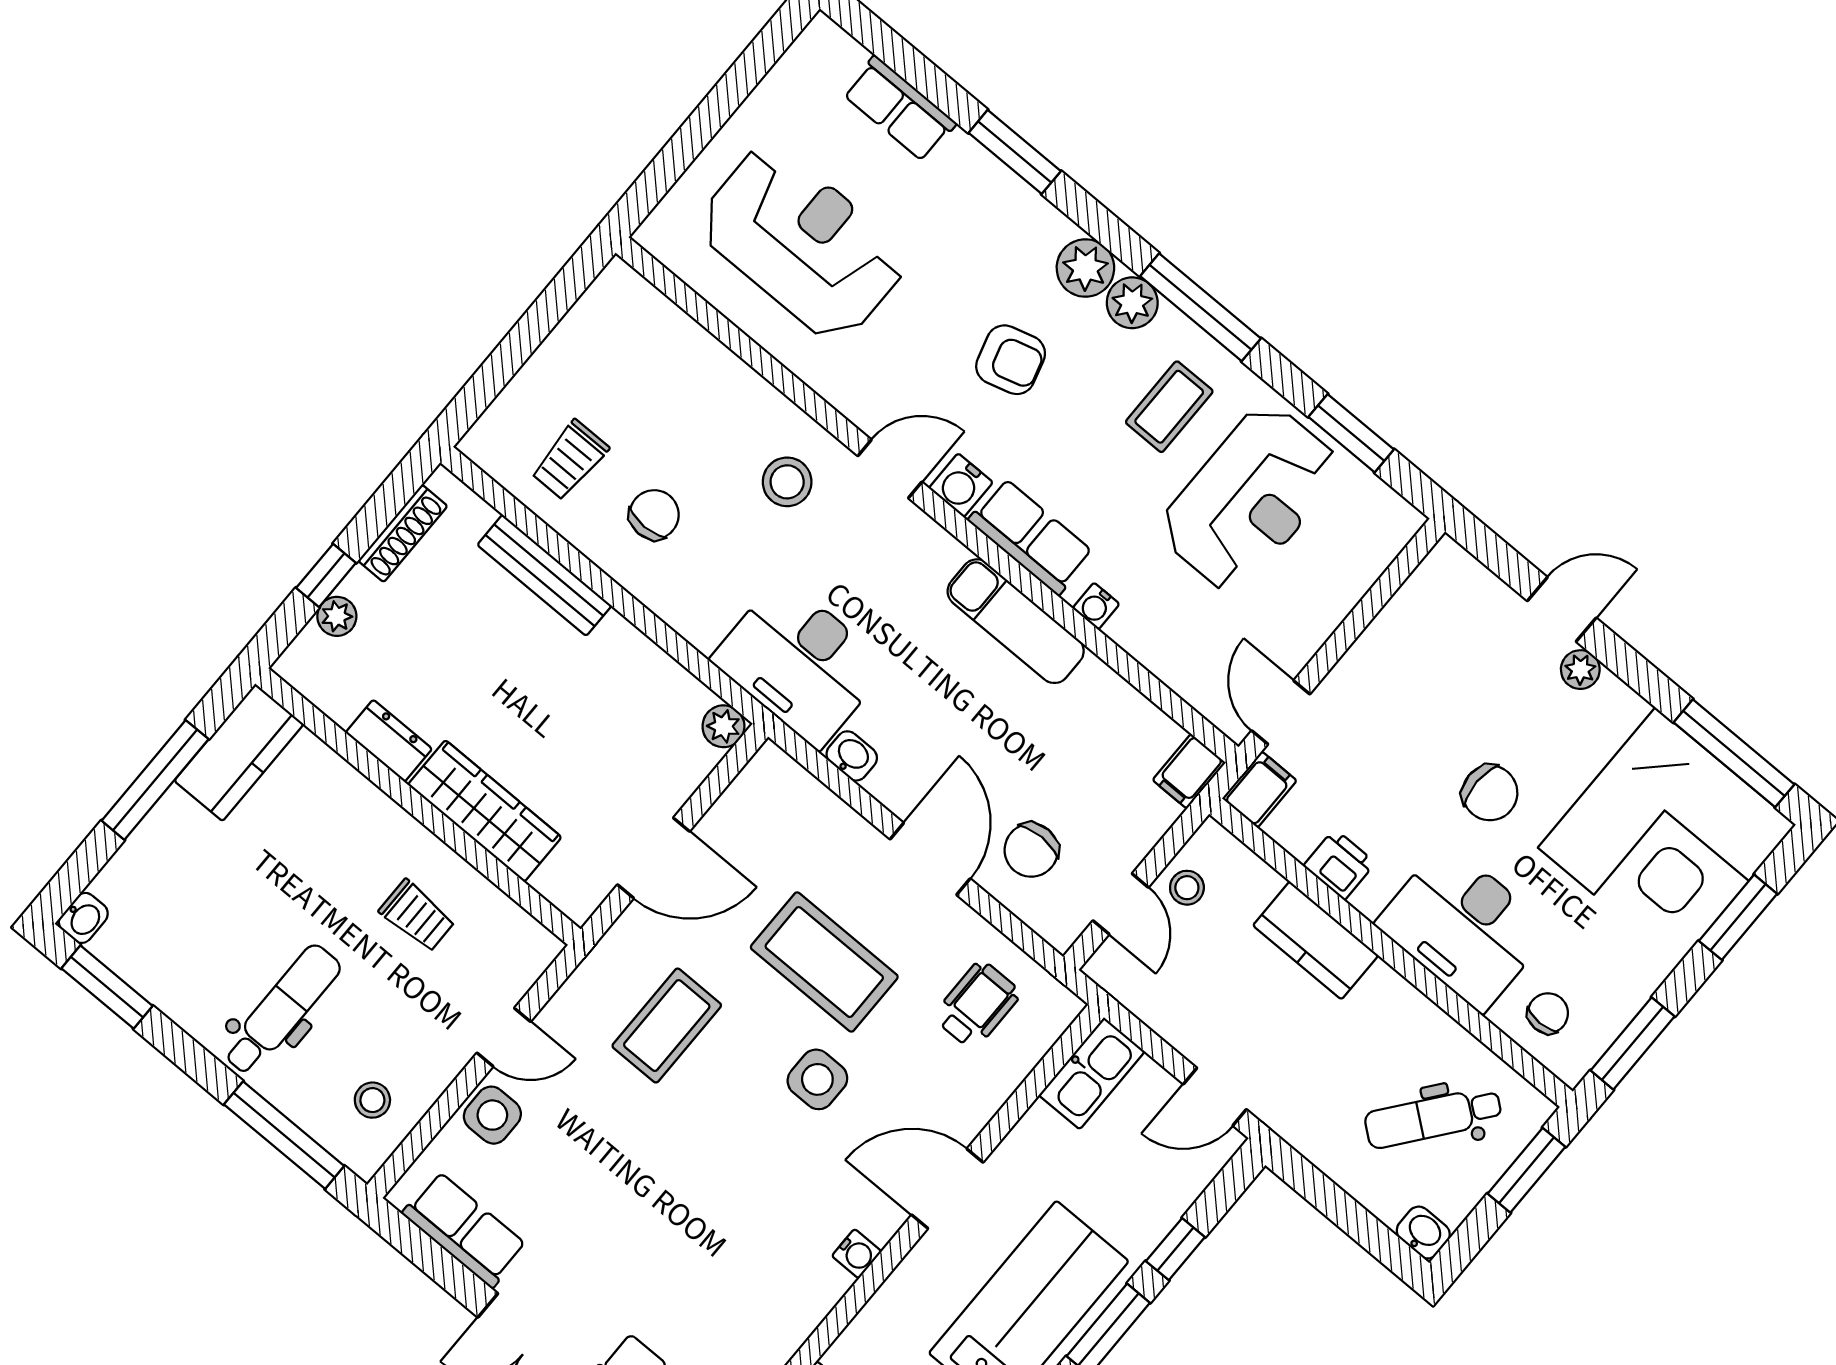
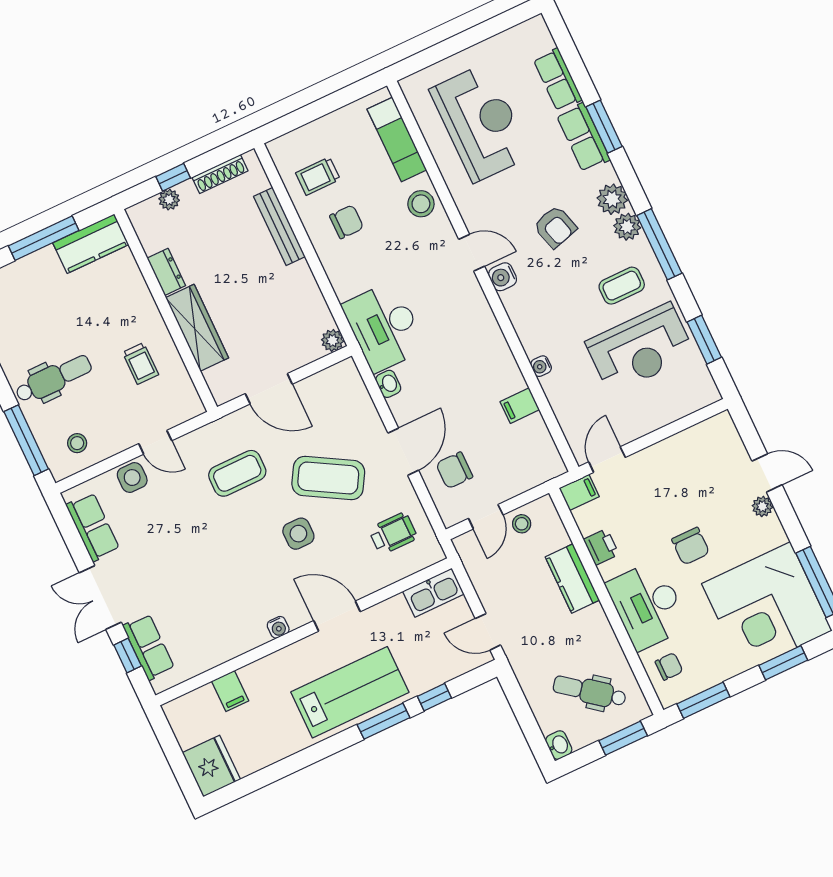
stool: (787, 482) -> (421, 204), moved
row of seats: (1031, 537) -> (583, 137), moved, turned 180
exam couch: (1016, 621) -> (397, 139), moved
filing cabinet: (1189, 771) -> (520, 406), moved
coffee table: (824, 962) -> (328, 478), turned -60

